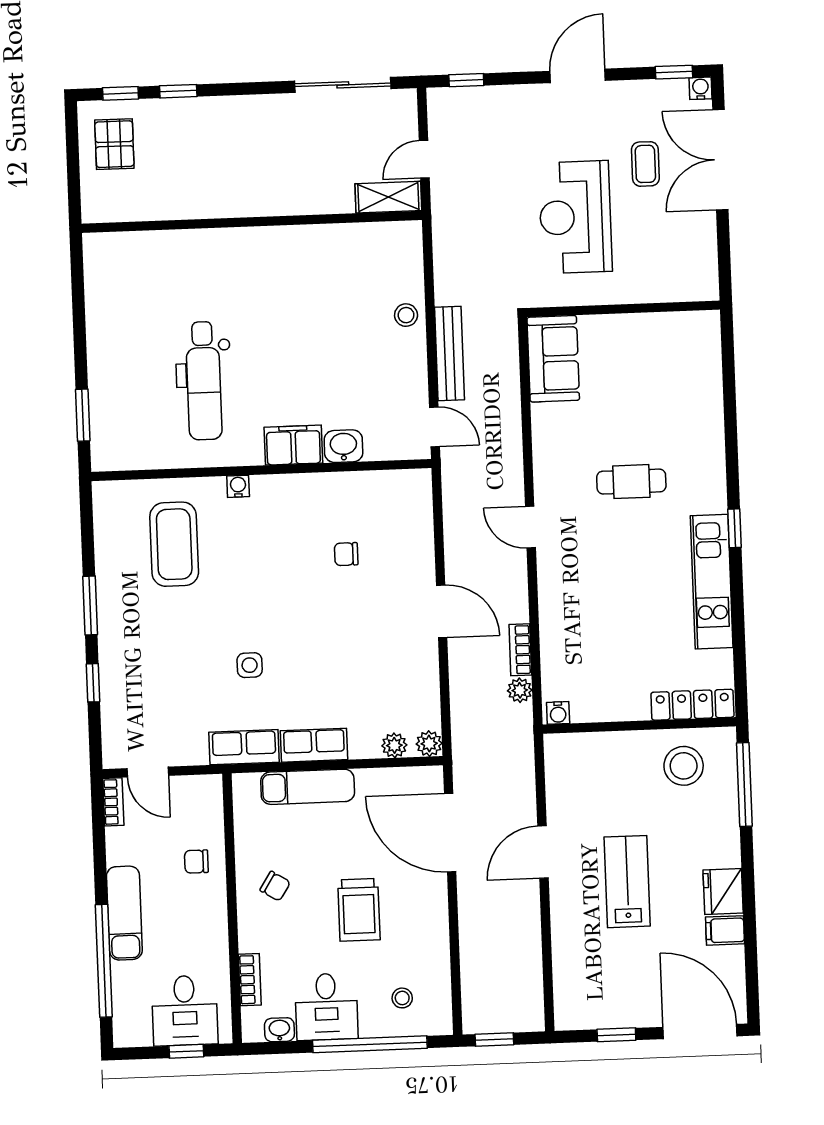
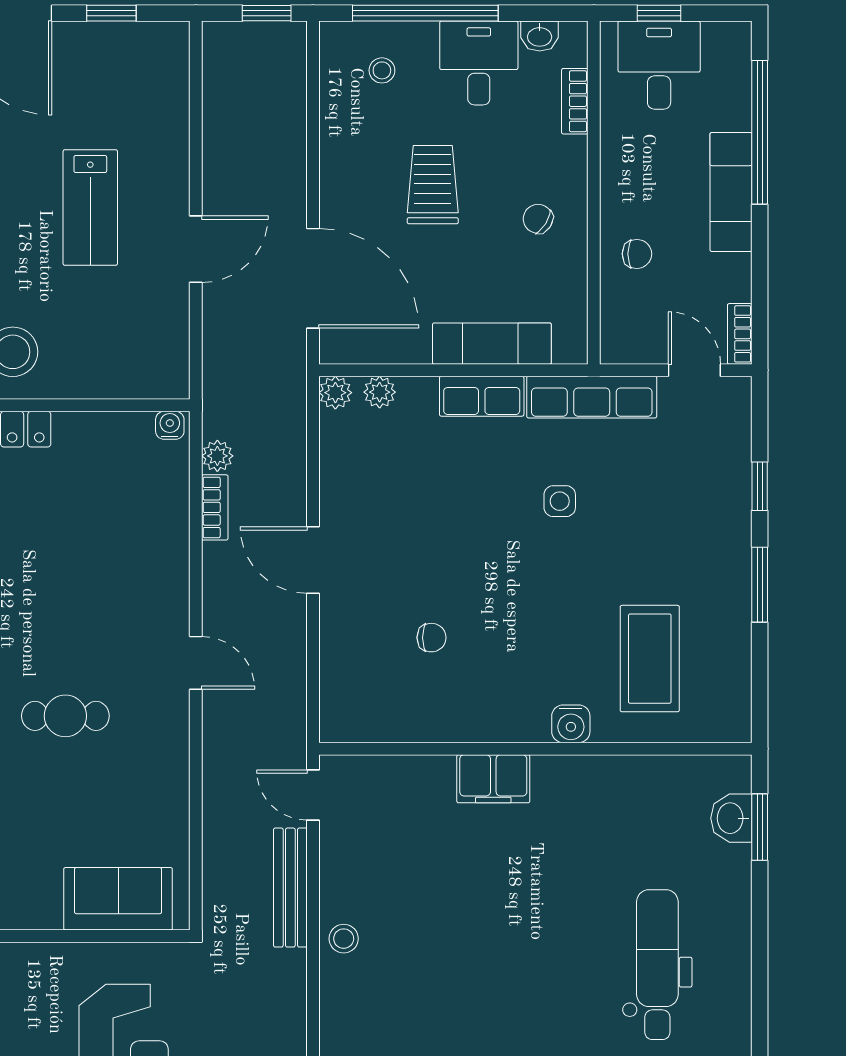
sofa: (553, 359) -> (118, 899), moved, turned 90
dental chair: (204, 381) -> (657, 965), moved
washbasin: (343, 446) -> (731, 818), moved, turned 90
water cooler: (238, 486) -> (571, 724), width x1.38, depth x1.38
row of seats: (244, 747) -> (592, 397), width x1.48

